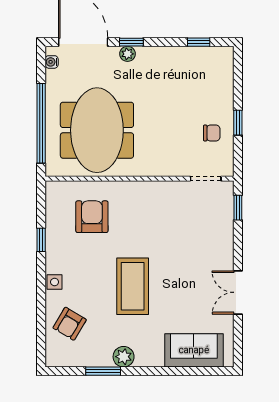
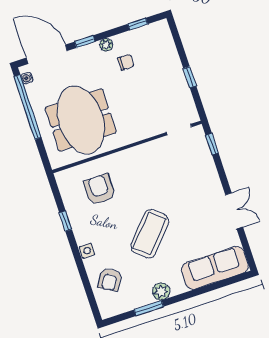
plant: (128, 54) -> (106, 45), moved
window: (41, 123) -> (28, 107), moved
chair: (212, 133) -> (126, 62), moved
coffee table: (133, 286) -> (150, 234), turned 42
double door: (238, 292) -> (234, 211), swing flipped
sofa: (194, 350) -> (215, 268), width x1.36

